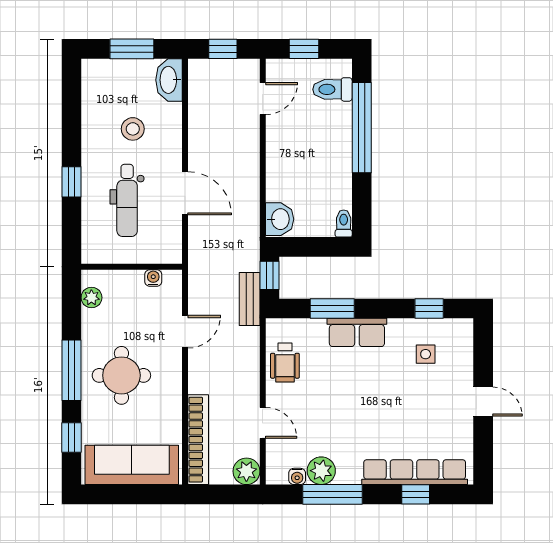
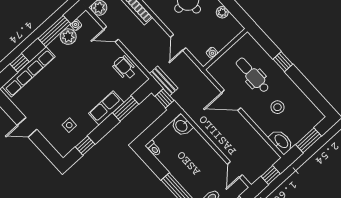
plant: (91, 298) -> (222, 12), moved

